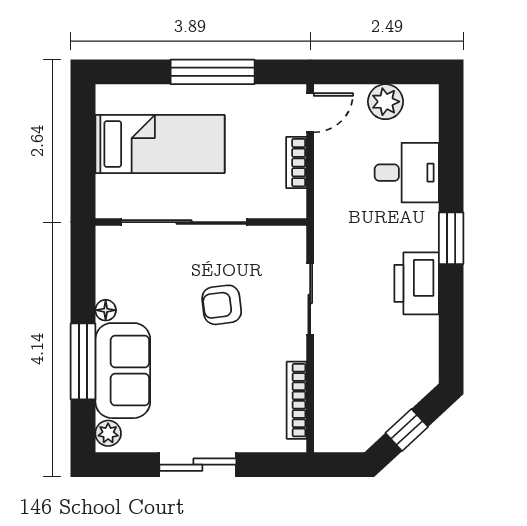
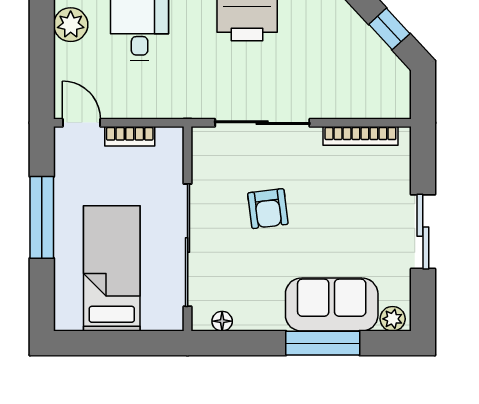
plant: (385, 102) -> (71, 25), moved
sliding door: (310, 299) -> (262, 123), width x1.37
floor lamp: (106, 310) -> (222, 321), moved

